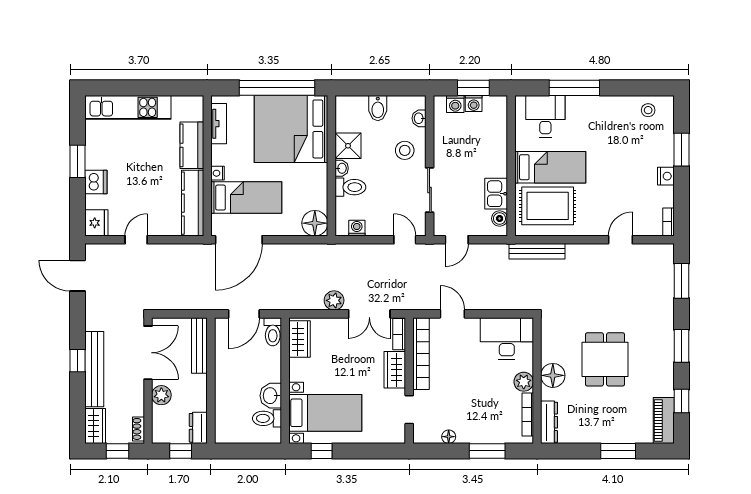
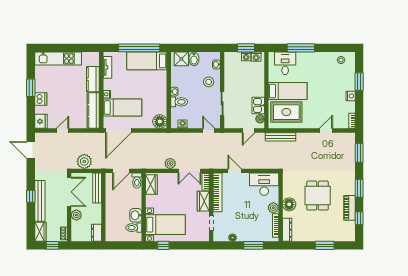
washing machine: (455, 104) -> (256, 57), moved
bed: (291, 129) -> (147, 61), width x0.49
shower: (348, 146) -> (181, 59), moved
door: (457, 240) -> (249, 131), moved
plant: (176, 297) -> (84, 161), added
piano: (664, 420) -> (349, 208), moved
window: (181, 451) -> (87, 245), removed

